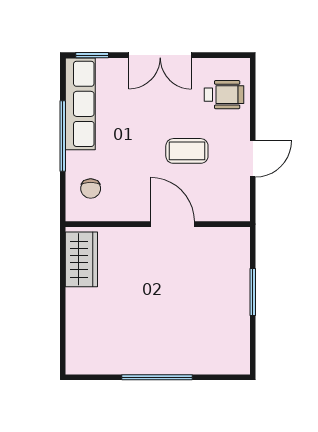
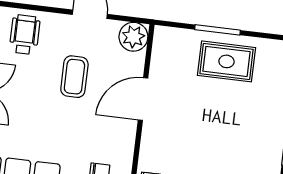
plant: (235, 207) -> (133, 37), added
rug: (221, 305) -> (227, 61), added

